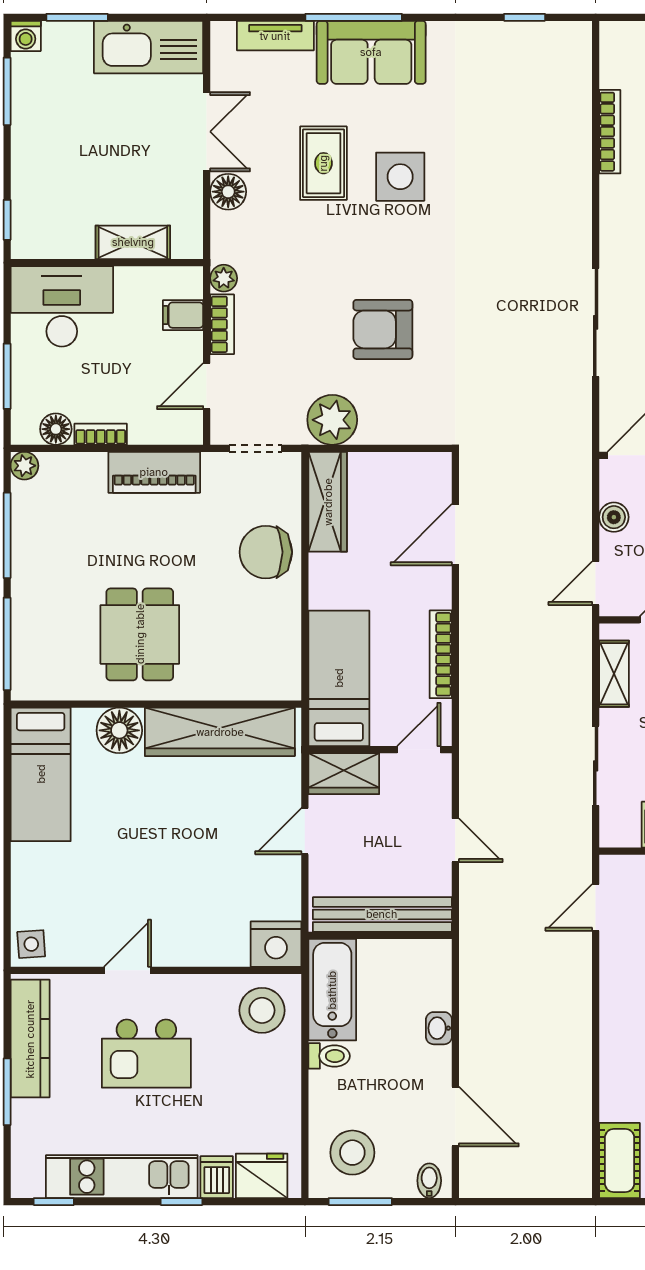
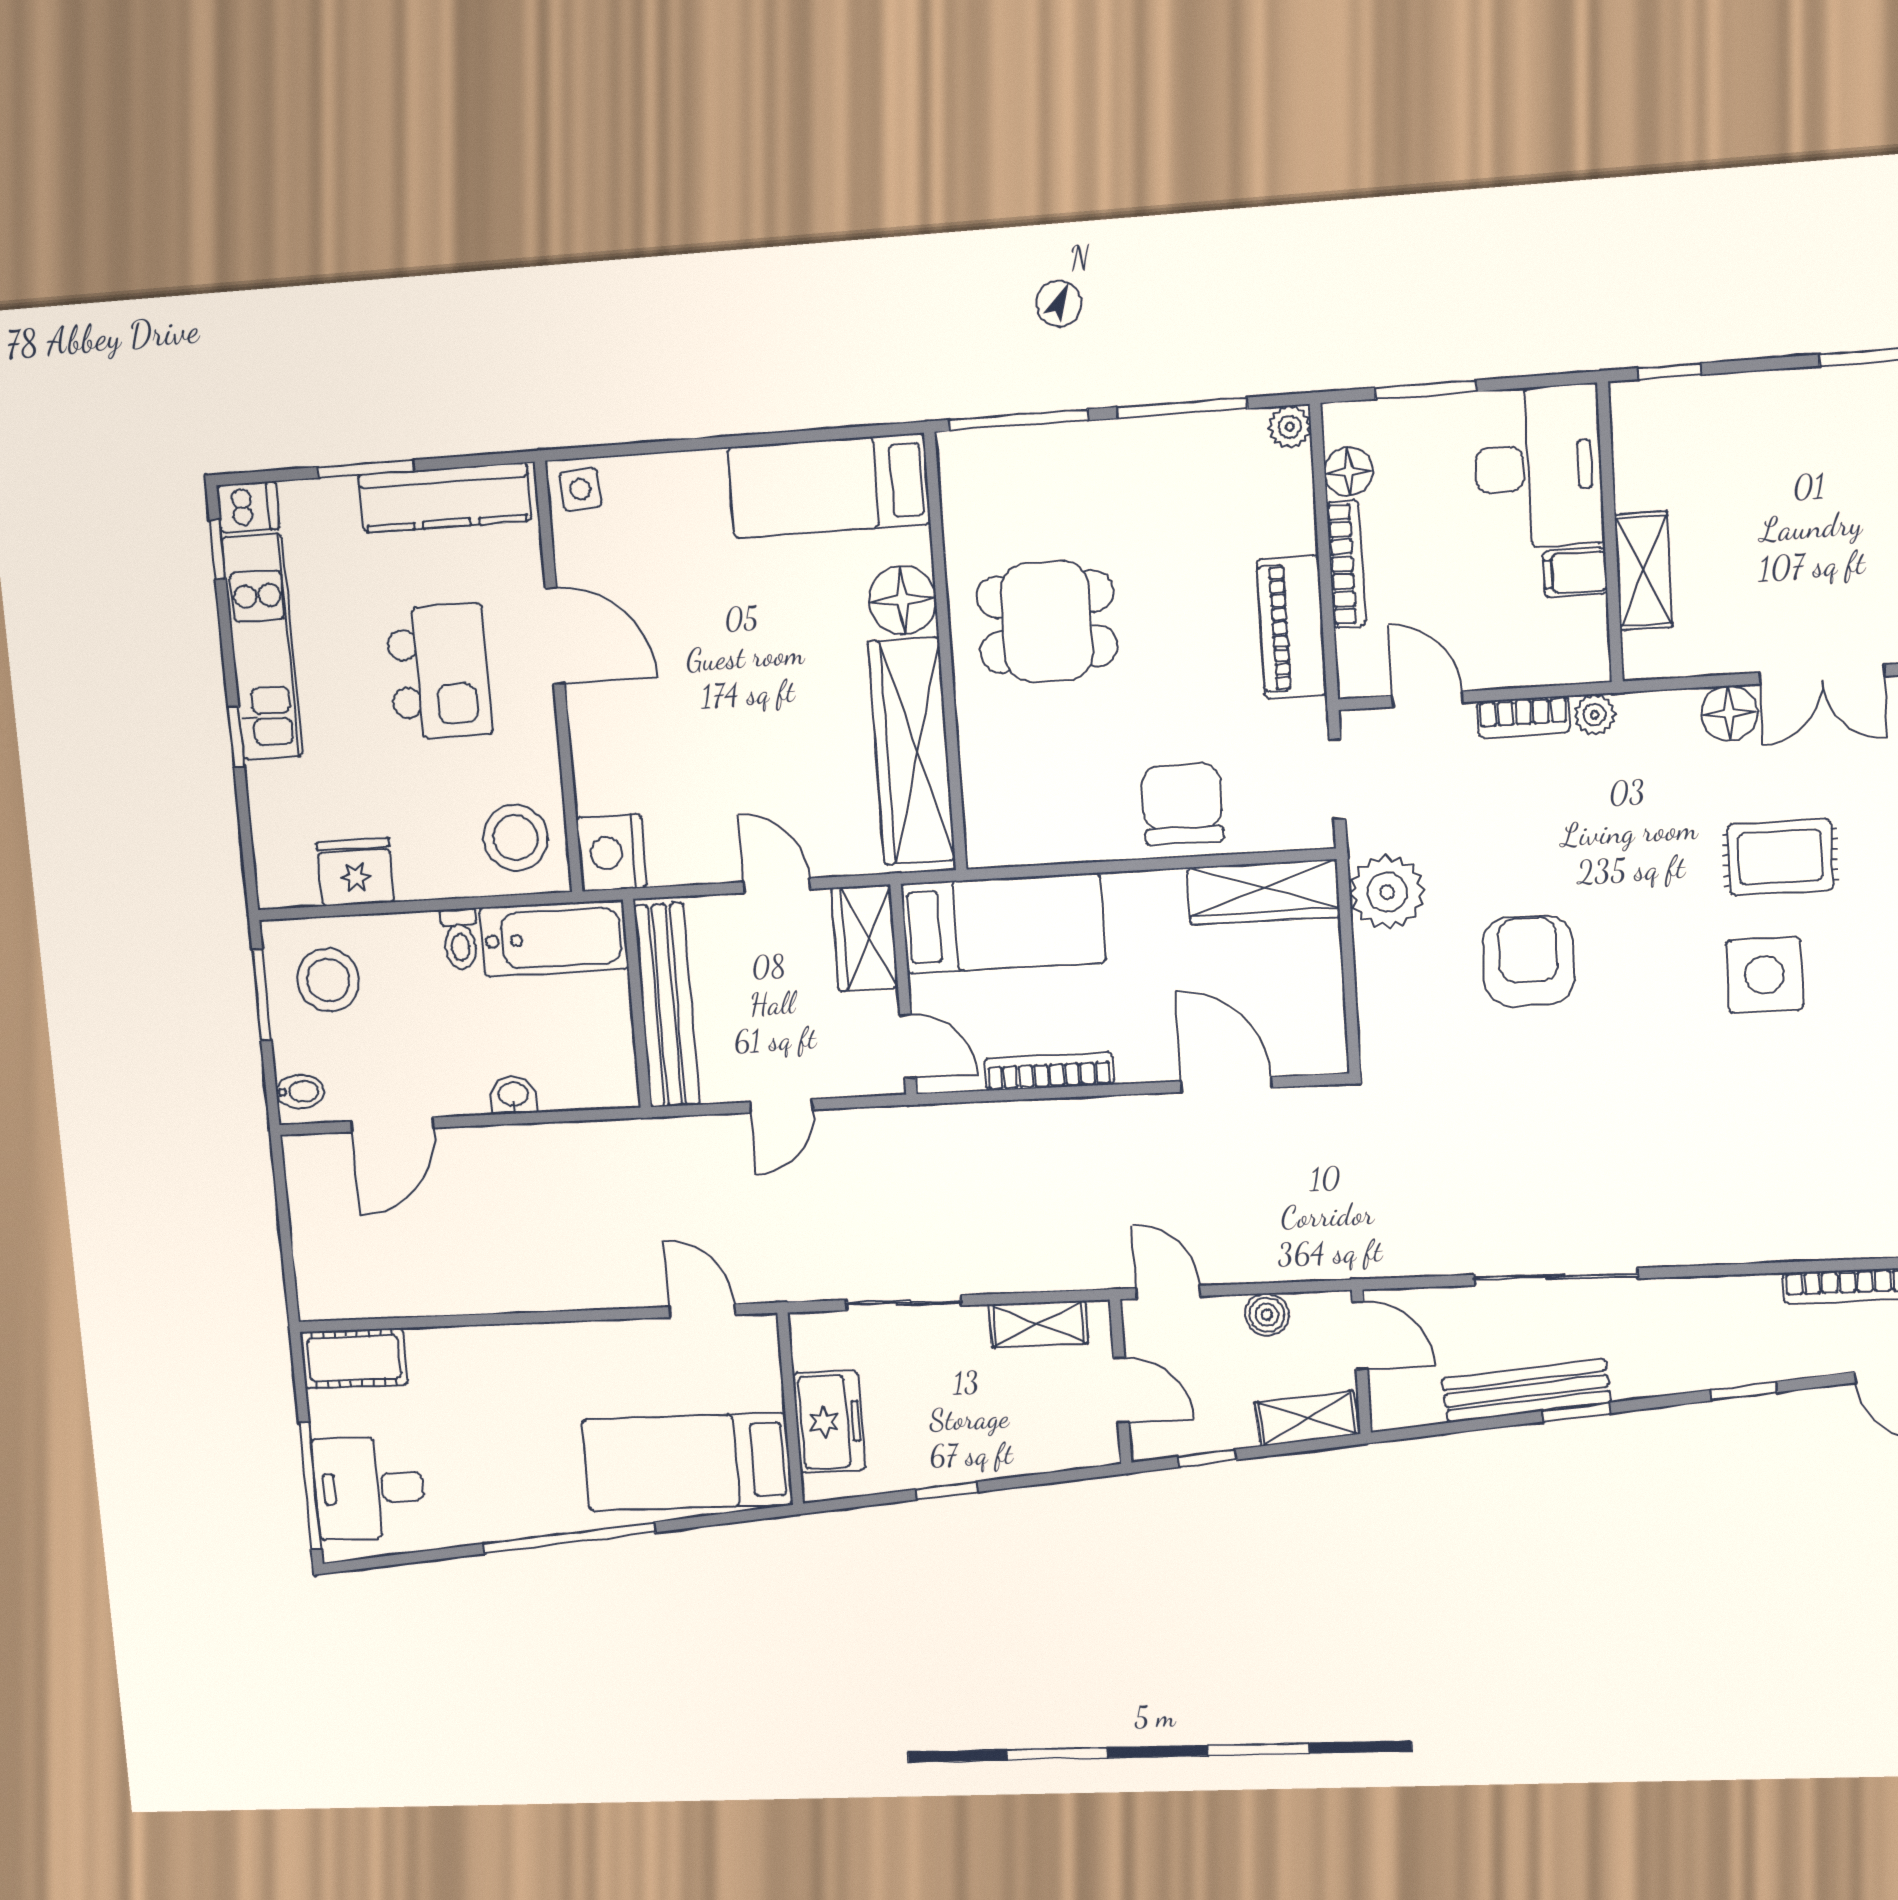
filing cabinet: (183, 315) -> (1575, 573), moved, turned -90
bookcase: (101, 434) -> (1346, 564), width x1.56
door: (128, 970) -> (555, 636), width x1.38
kitchen island: (146, 1054) -> (439, 672), turned 180
fridge: (262, 1176) -> (355, 872), moved, turned -90
dishwasher: (217, 1177) -> (248, 507), moved

